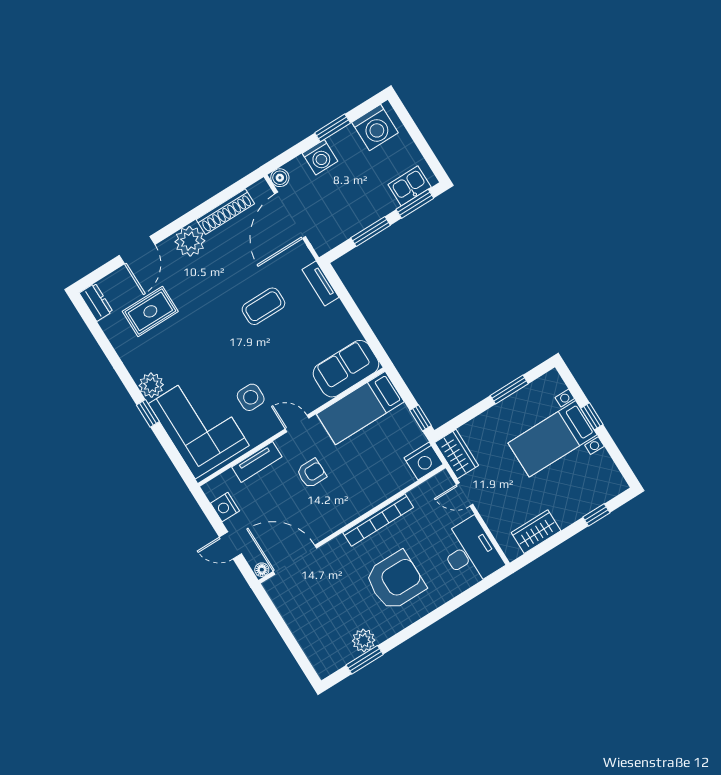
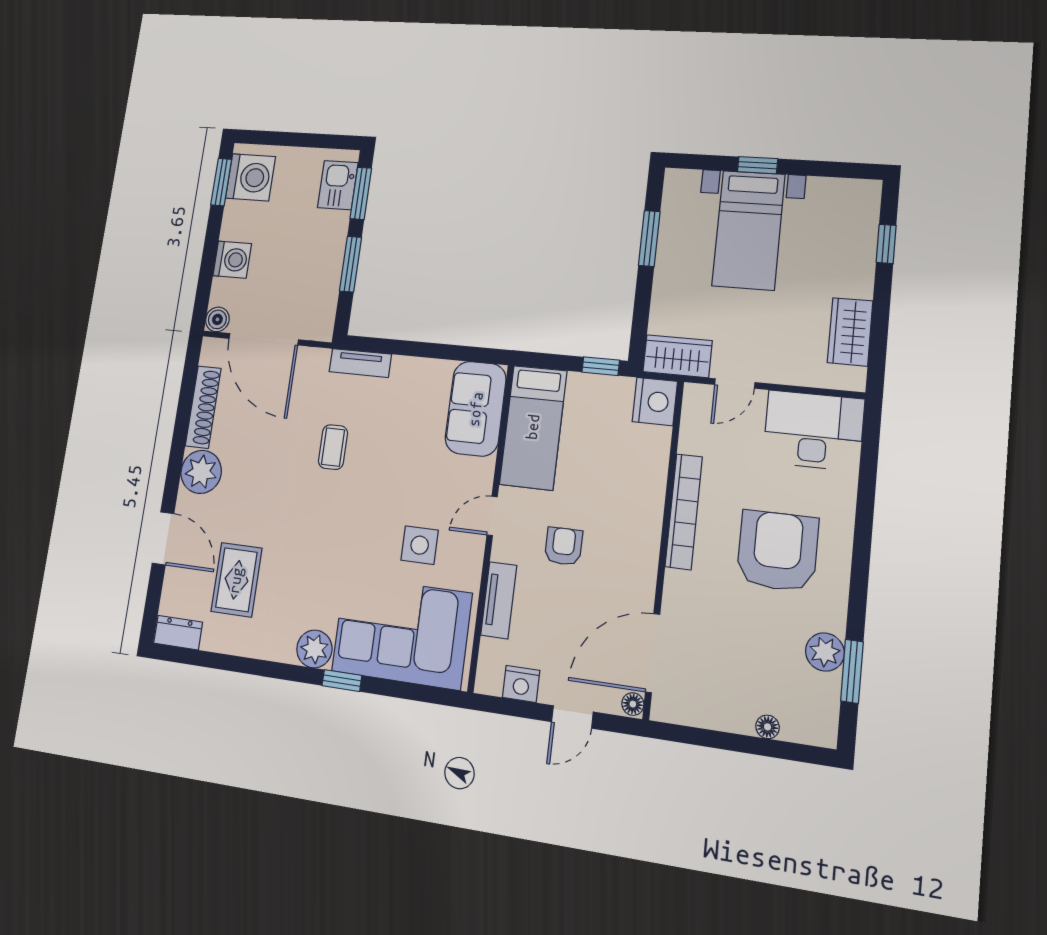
window: (333, 128) -> (221, 182), moved
coffee table: (263, 306) -> (333, 447), width x0.73, depth x0.77
floor lamp: (305, 641) -> (768, 727), added

